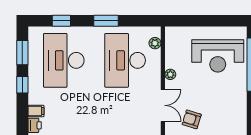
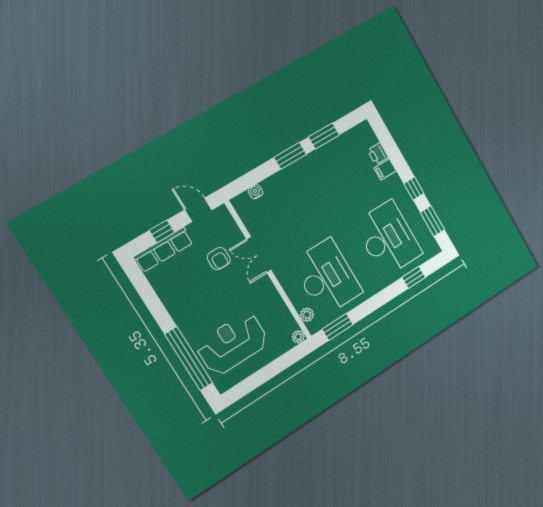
window: (106, 21) -> (338, 327), moved
plant: (170, 74) -> (298, 337), moved
armchair: (192, 119) -> (219, 259), turned 73

